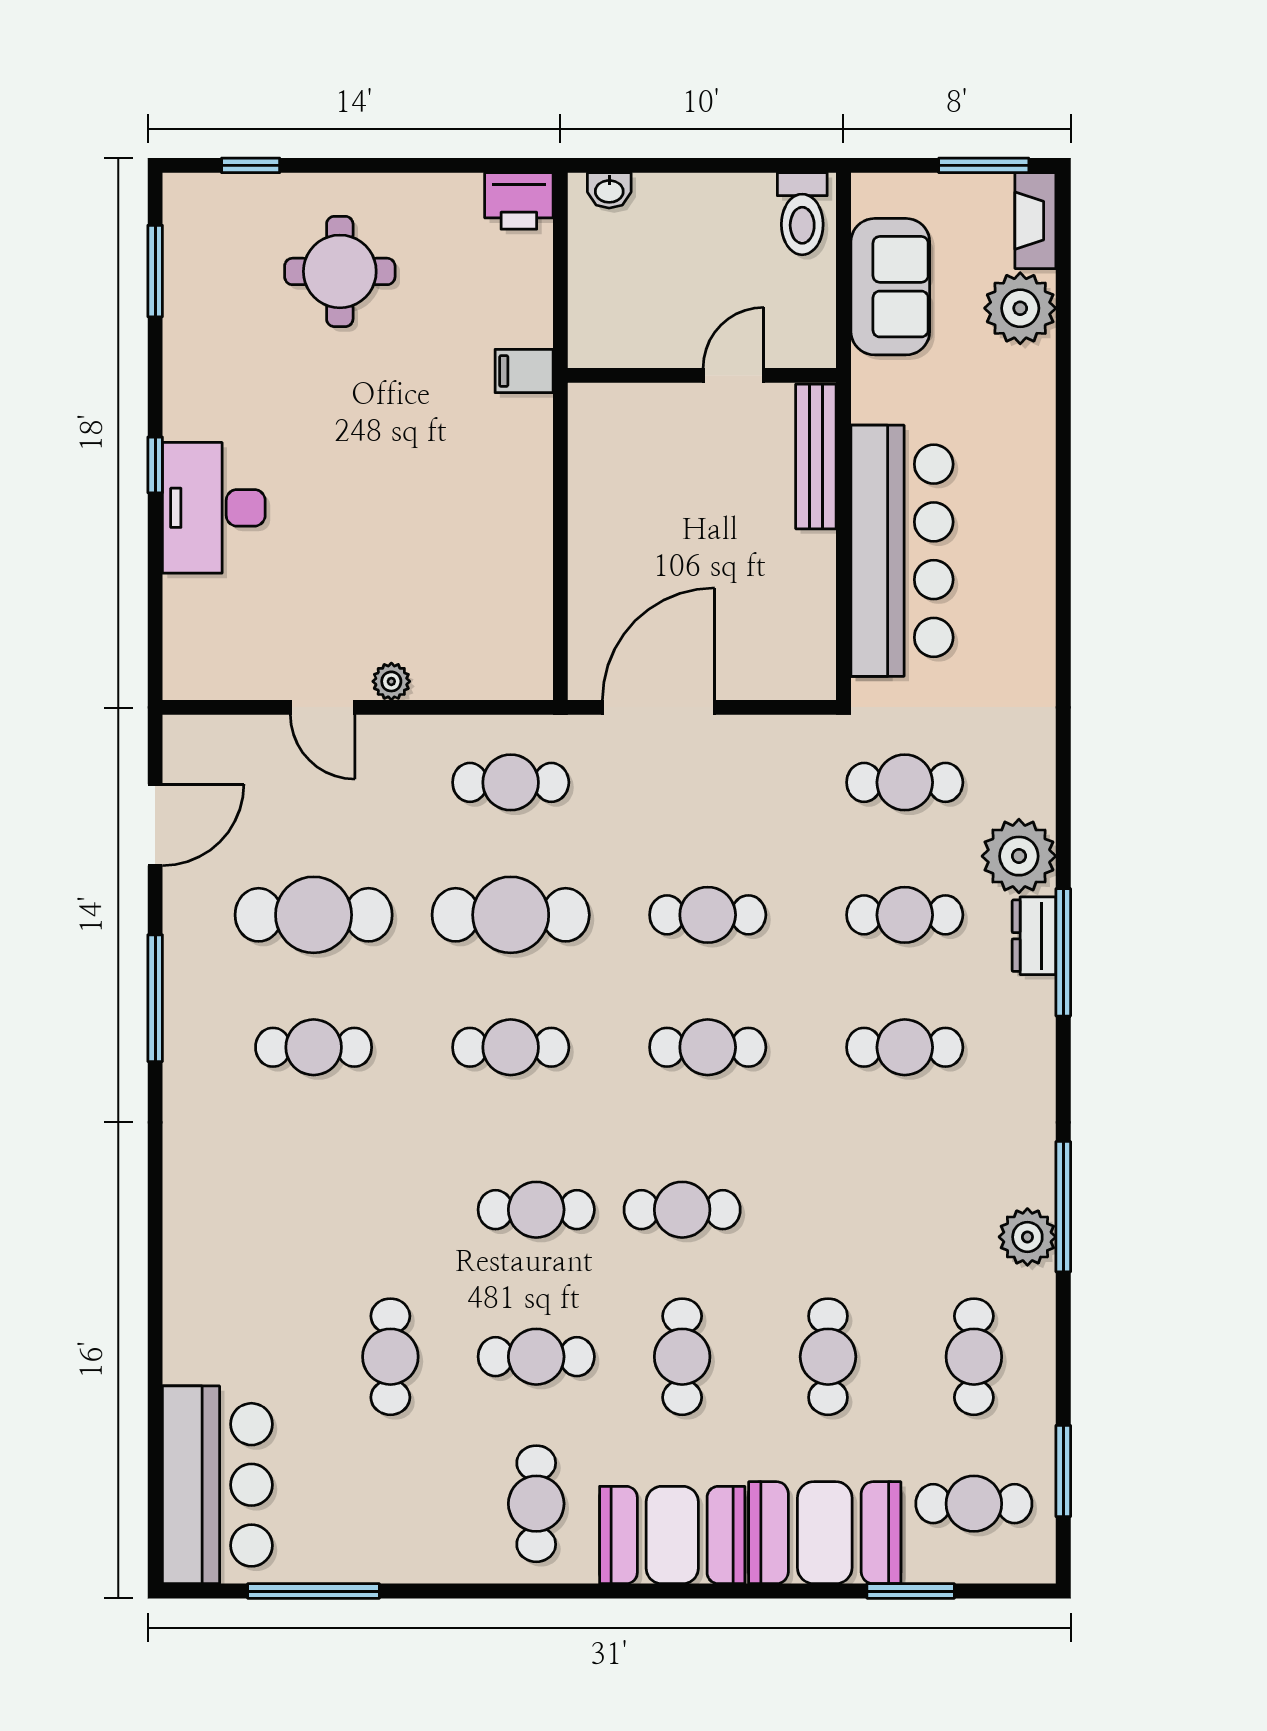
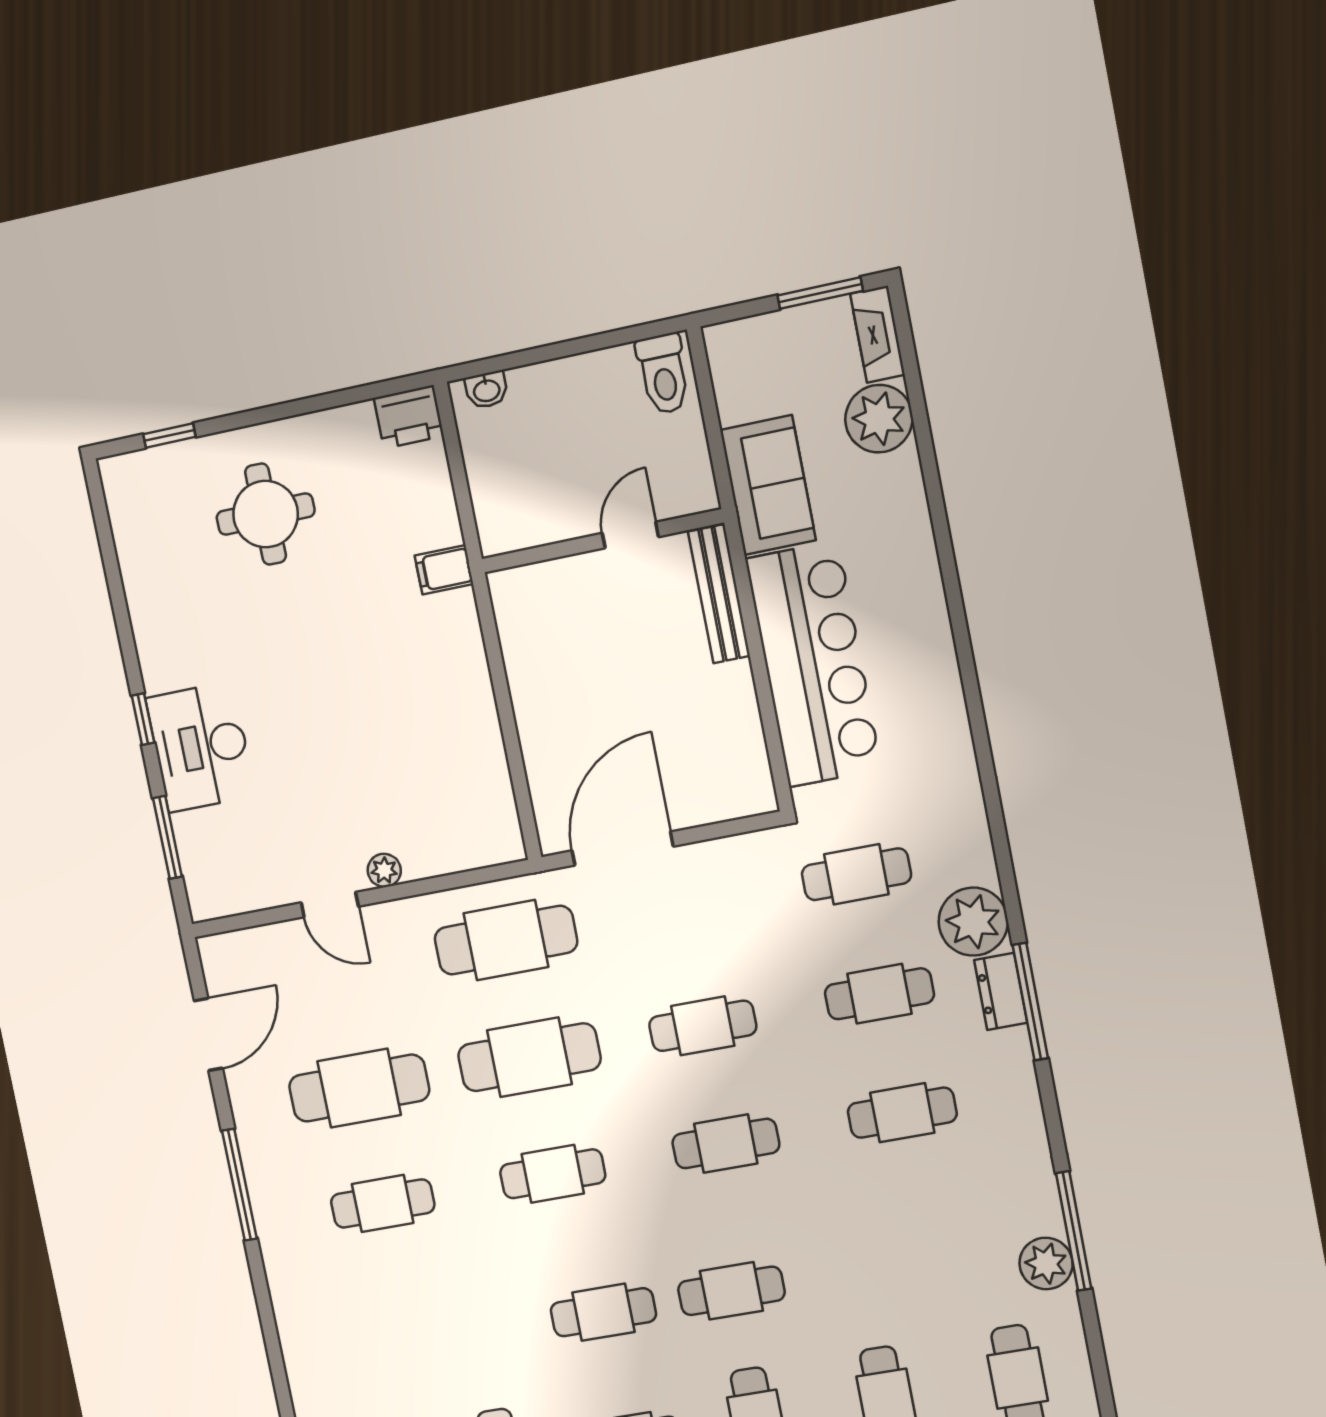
window: (155, 271) -> (167, 837), moved
sofa: (890, 287) -> (768, 485), moved
cafe table: (511, 782) -> (506, 940), width x1.37, depth x1.35

